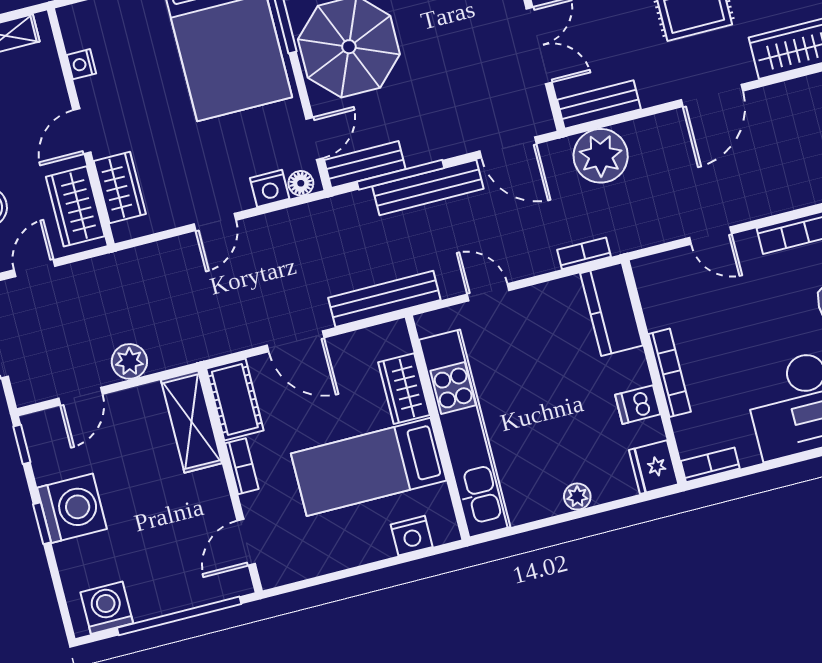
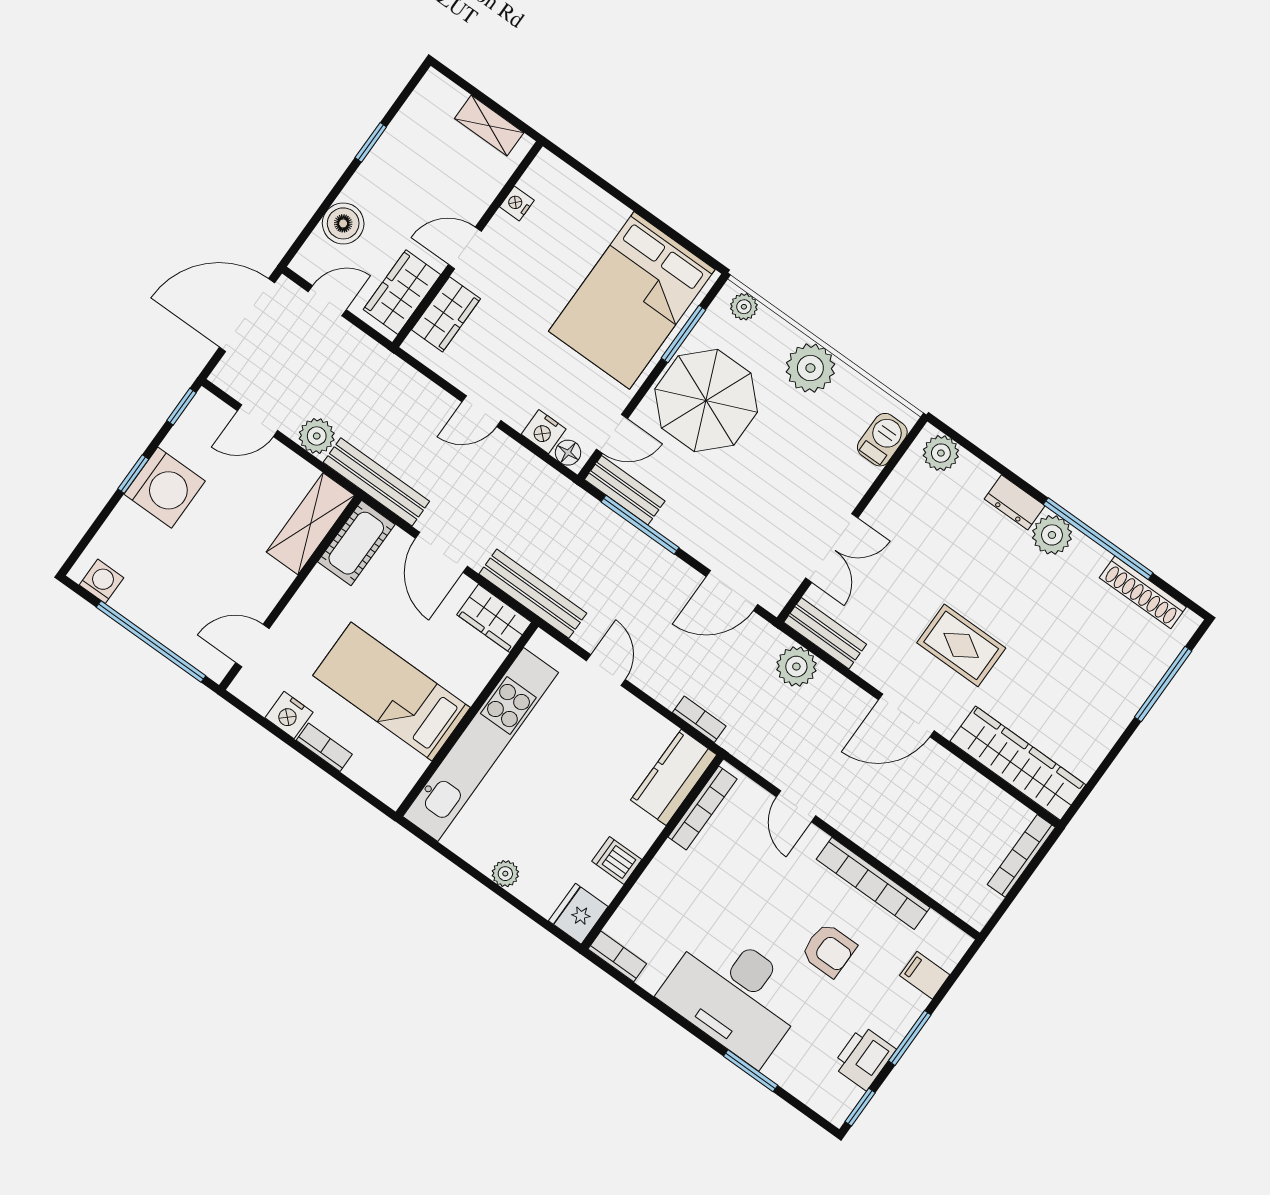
door: (508, 147) -> (732, 591), hinge flipped
plant: (601, 156) -> (796, 667), width x0.73, depth x0.73
bench: (428, 187) -> (376, 482), moved
bookcase: (670, 373) -> (703, 808), moved
wardrobe: (404, 389) -> (494, 618), moved, turned -90
bookcase: (242, 466) -> (324, 747), moved, turned -90
nightstand: (412, 536) -> (289, 715), moved
washing machine: (107, 608) -> (101, 581), width x0.73, depth x0.73

